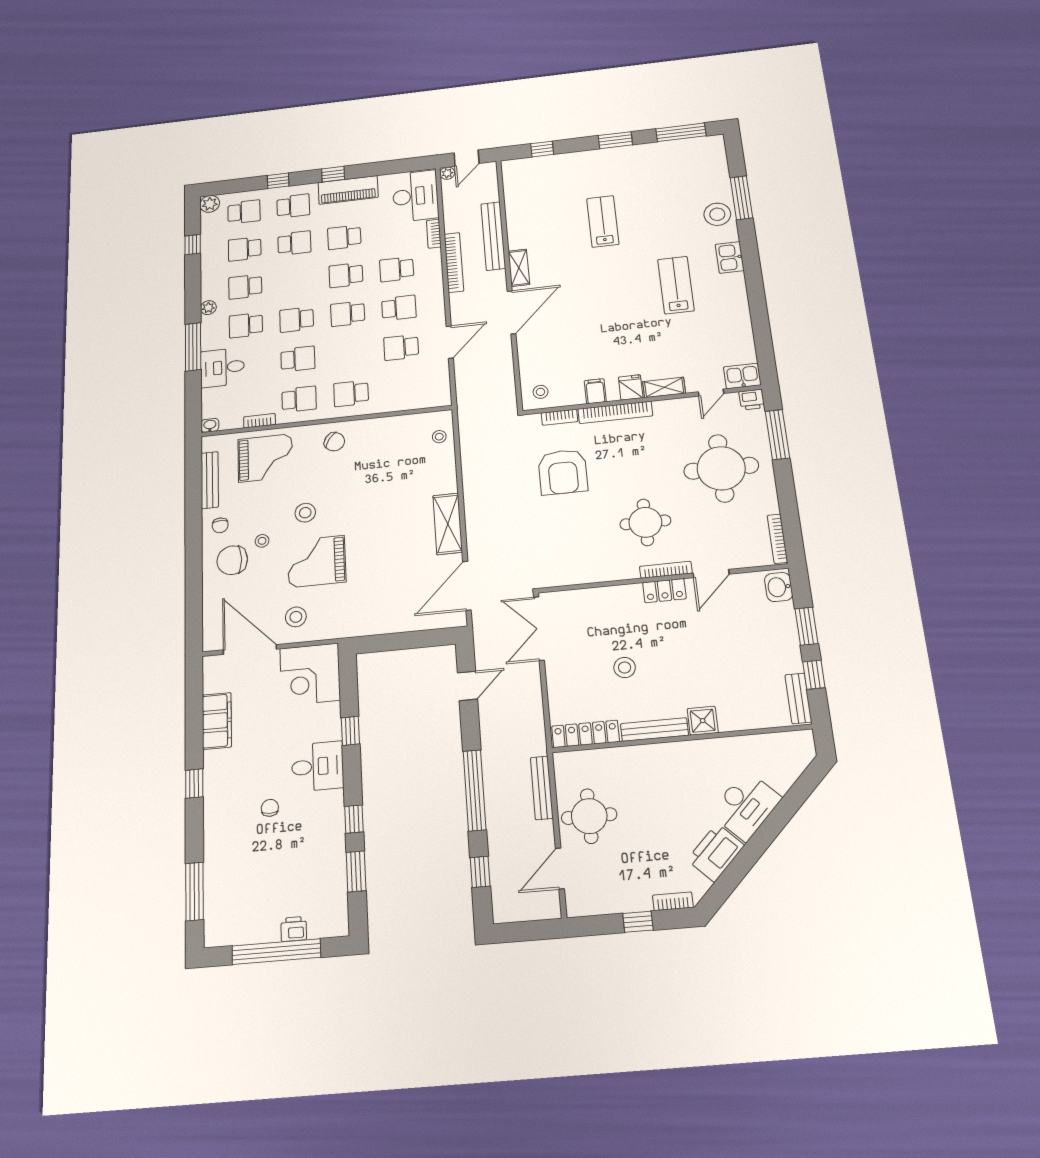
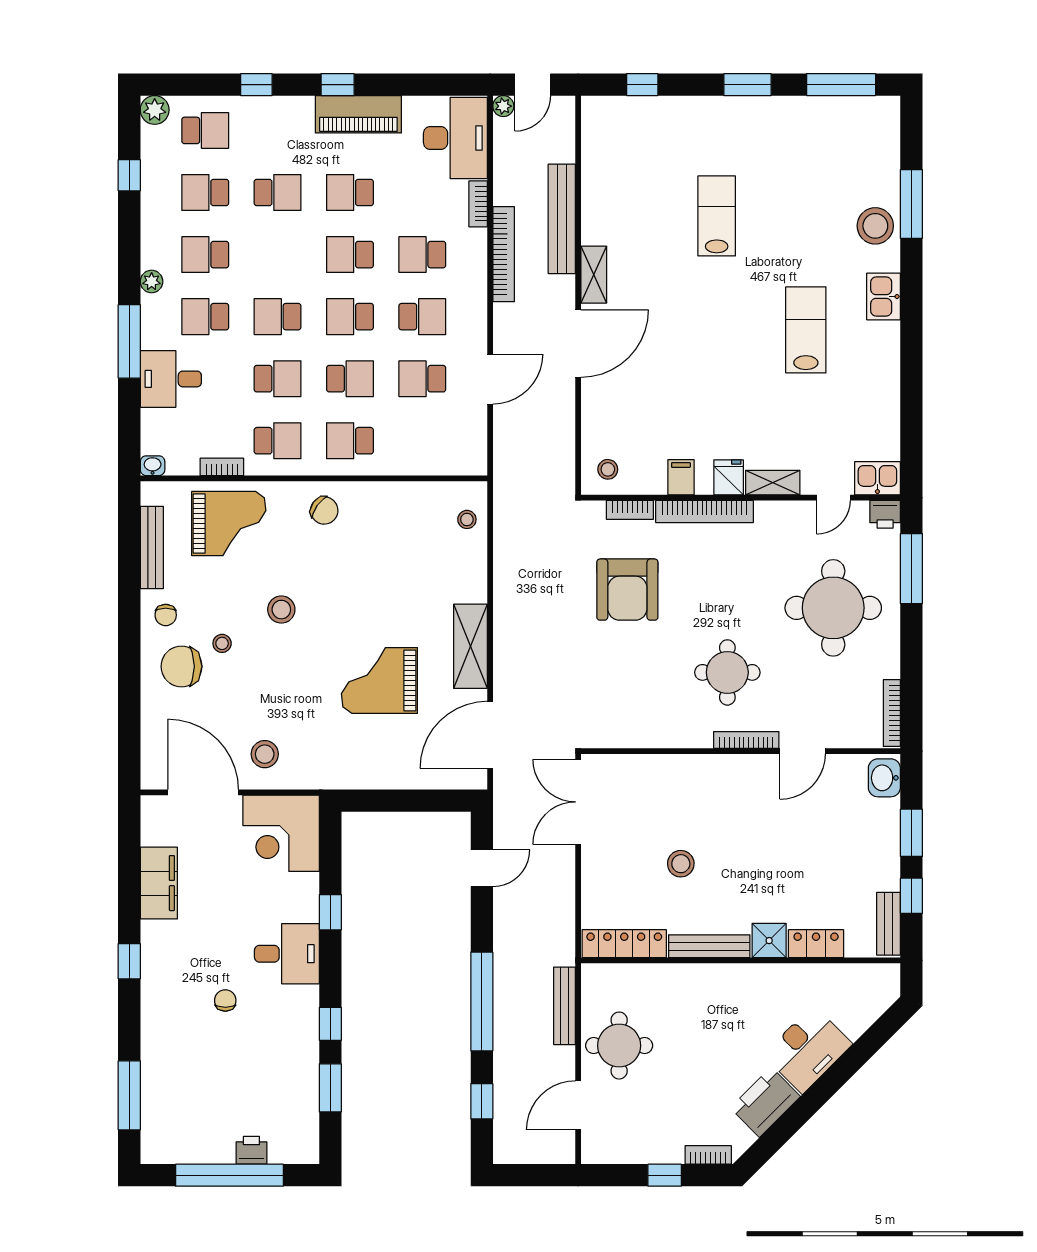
school desk: (293, 206) -> (350, 379), moved
grand piano: (317, 561) -> (379, 681), moved
locker: (664, 591) -> (816, 944), moved, turned 180

